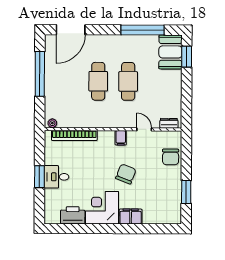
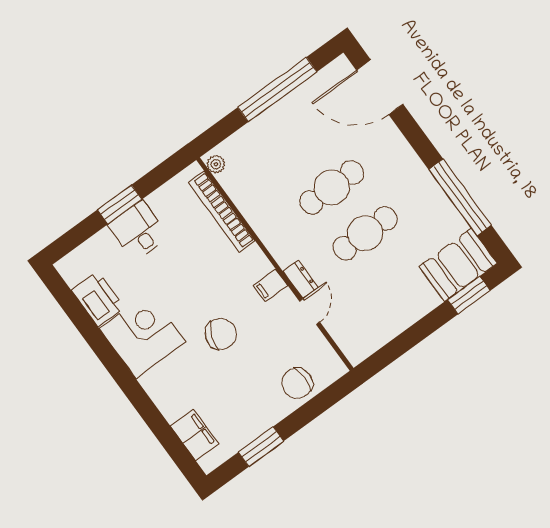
dresser: (169, 123) -> (301, 279), moved
filing cabinet: (131, 217) -> (194, 435), moved

